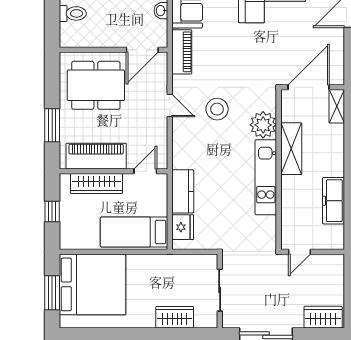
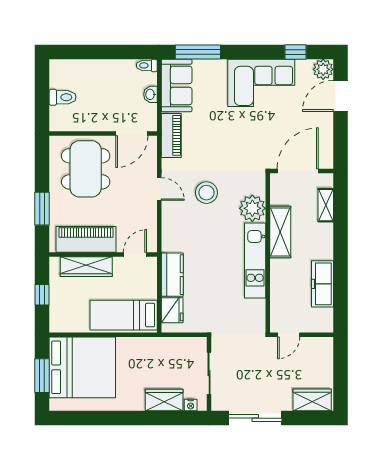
dining table: (96, 85) -> (86, 169), turned 90
shelving: (337, 106) -> (326, 205), moved
nightstand: (201, 322) -> (191, 405), added

